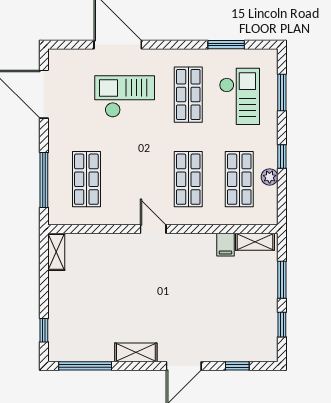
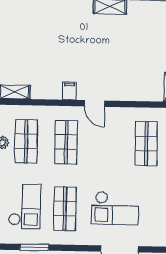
checkout: (239, 96) -> (25, 206), turned 180
filing cabinet: (225, 245) -> (69, 91), moved

